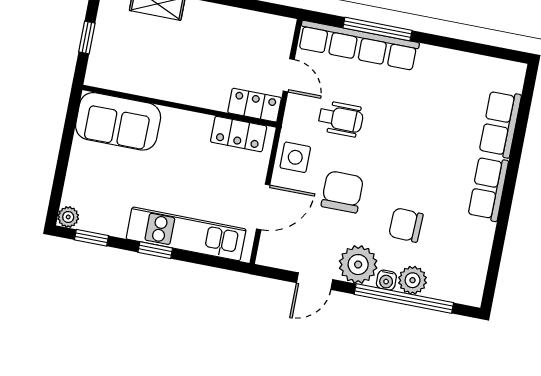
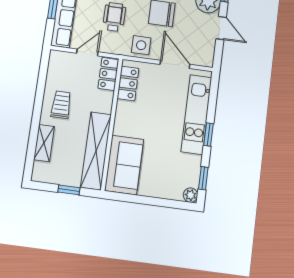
trolley: (212, 32) -> (61, 105), added
shelving: (141, 80) -> (96, 151), added

